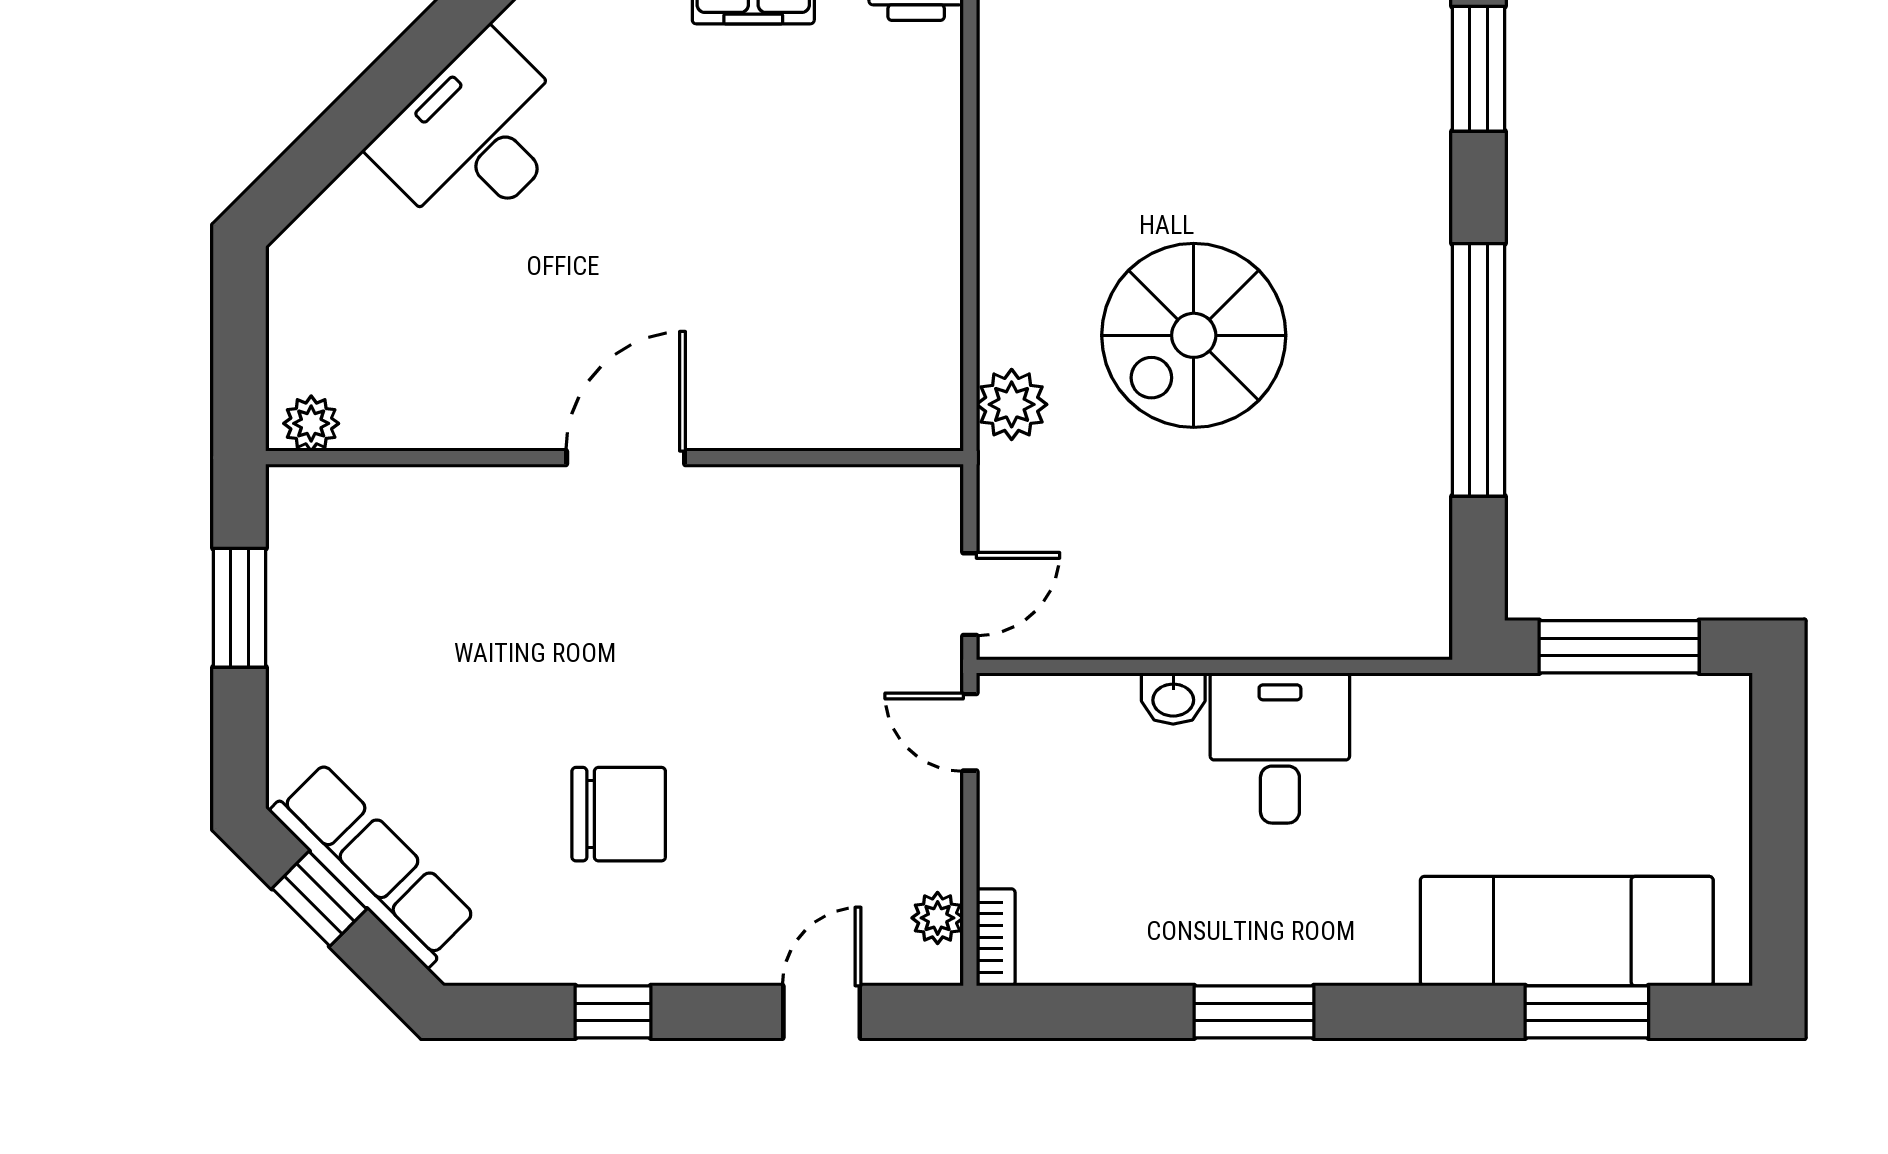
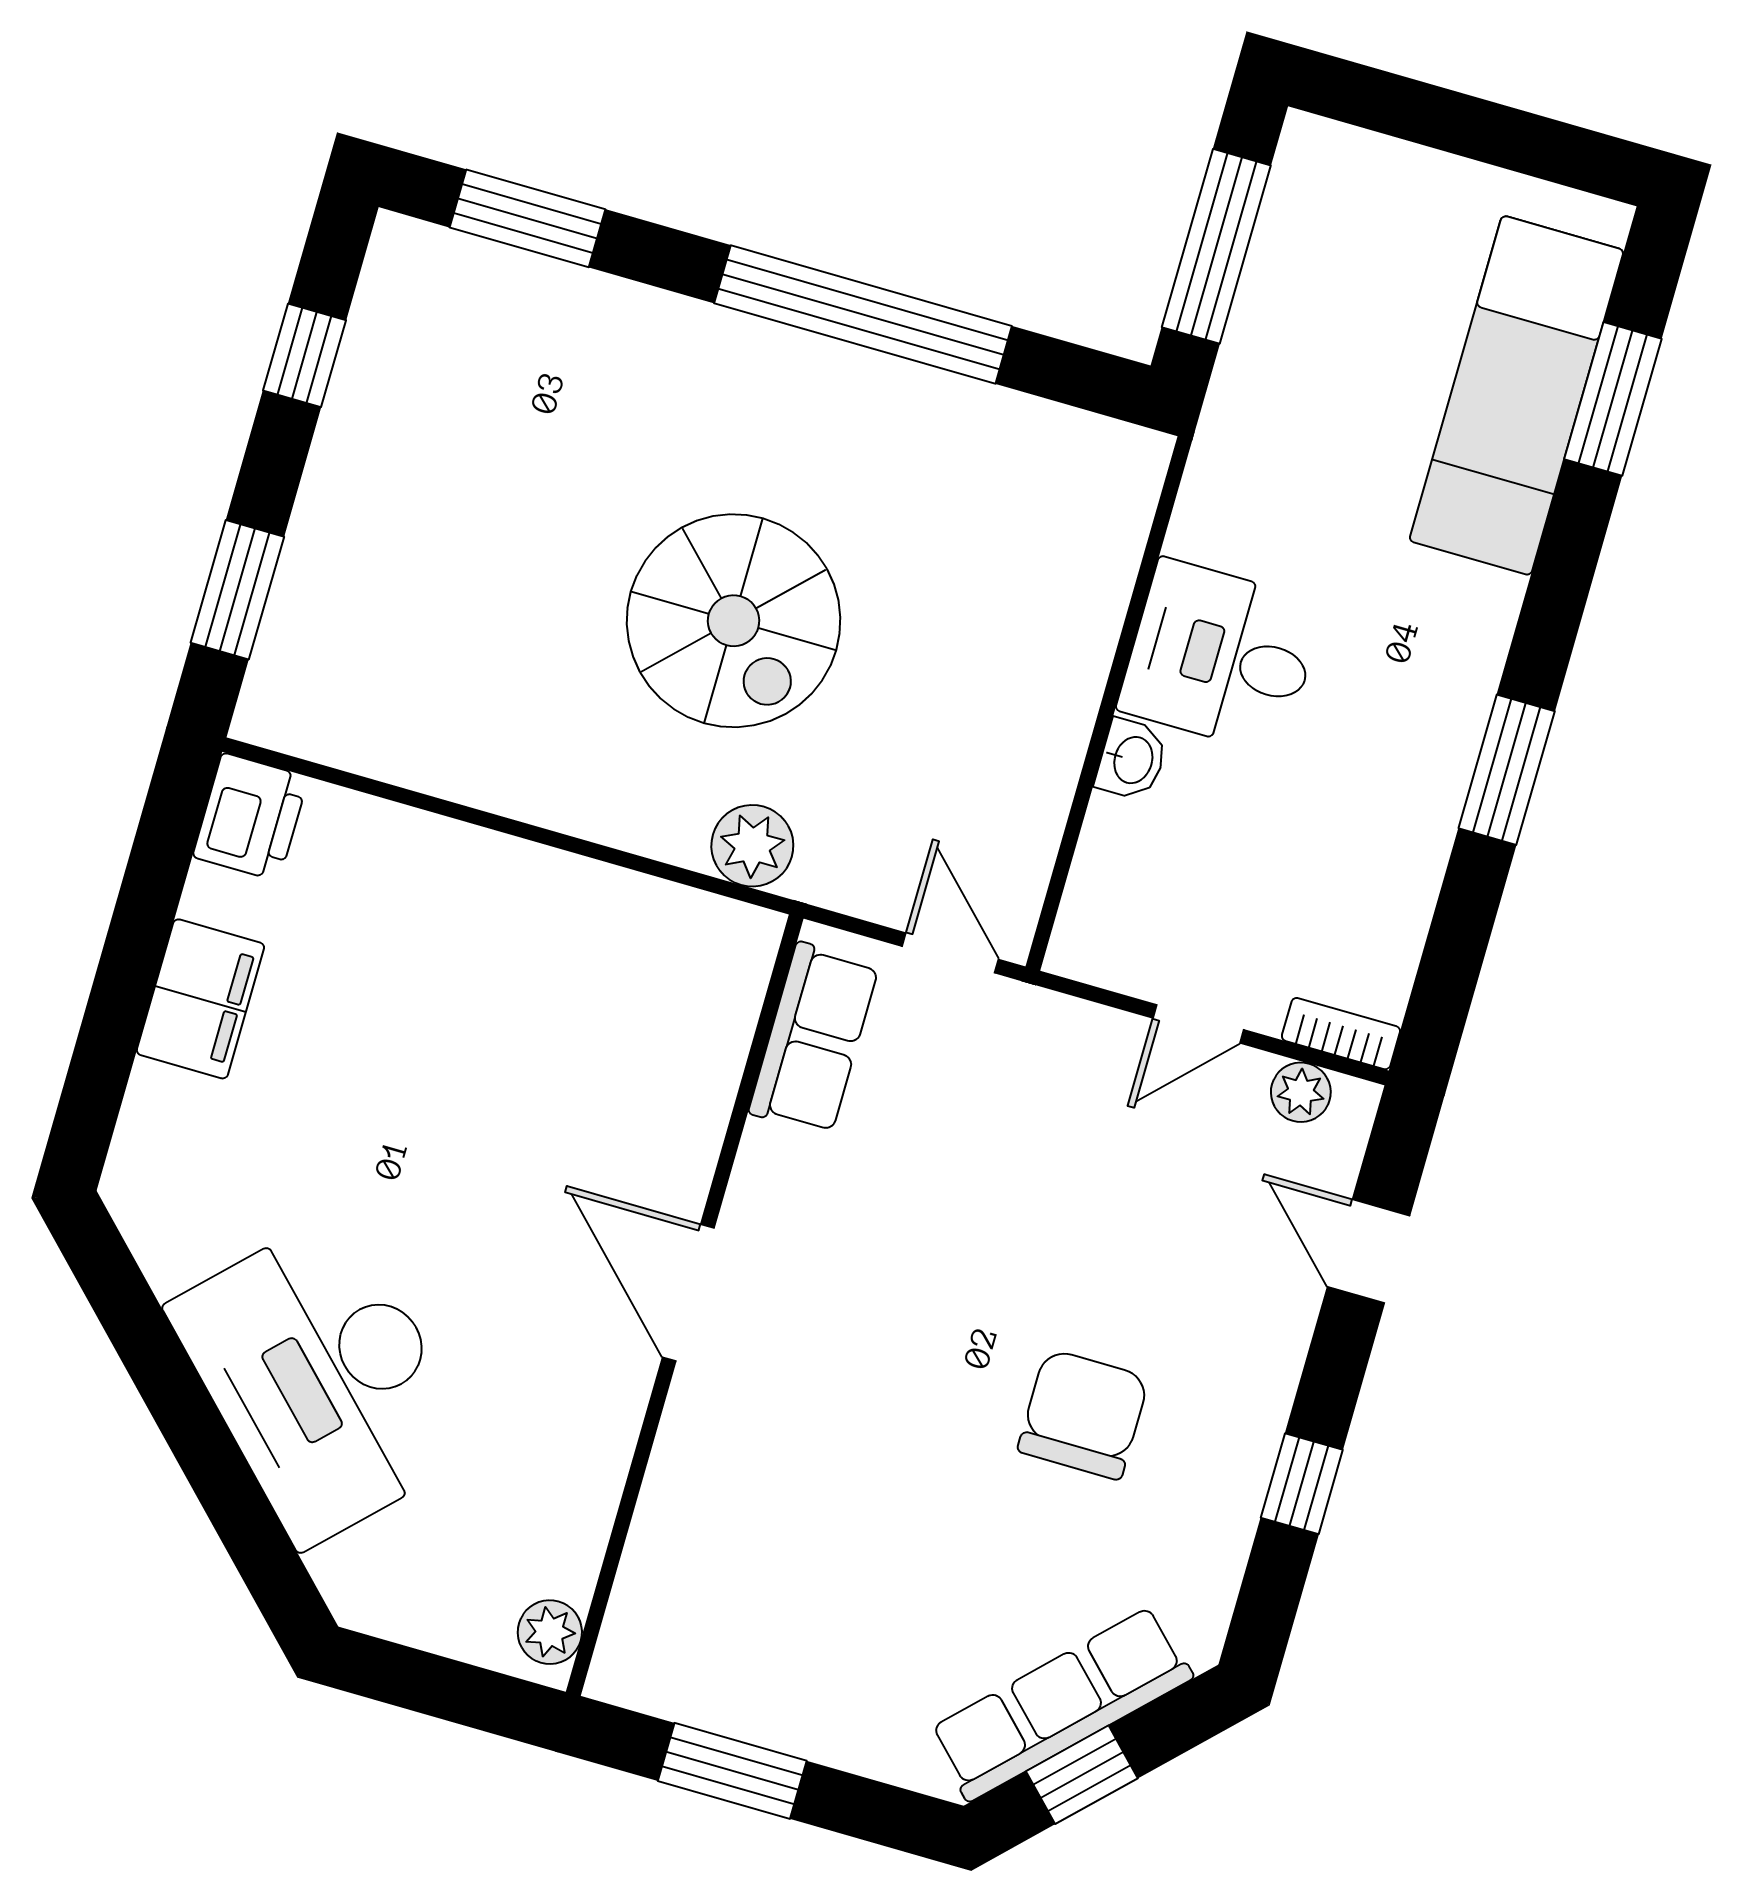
desk: (475, 137) -> (323, 1379), width x1.36, depth x1.30
row of seats: (866, 501) -> (814, 1039), added
door: (970, 732) -> (1198, 1024), moved

